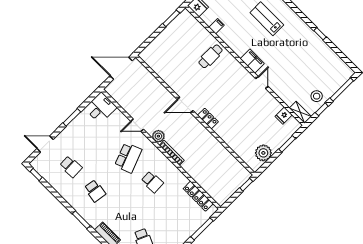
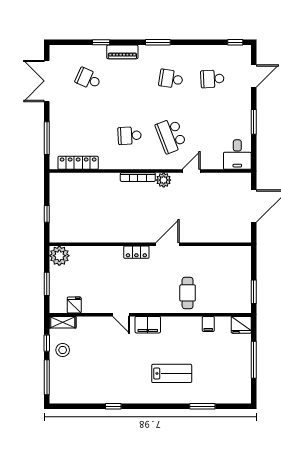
door: (185, 105) -> (167, 244), moved
wall: (195, 115) -> (150, 244), moved
locker: (208, 119) -> (136, 252), moved

